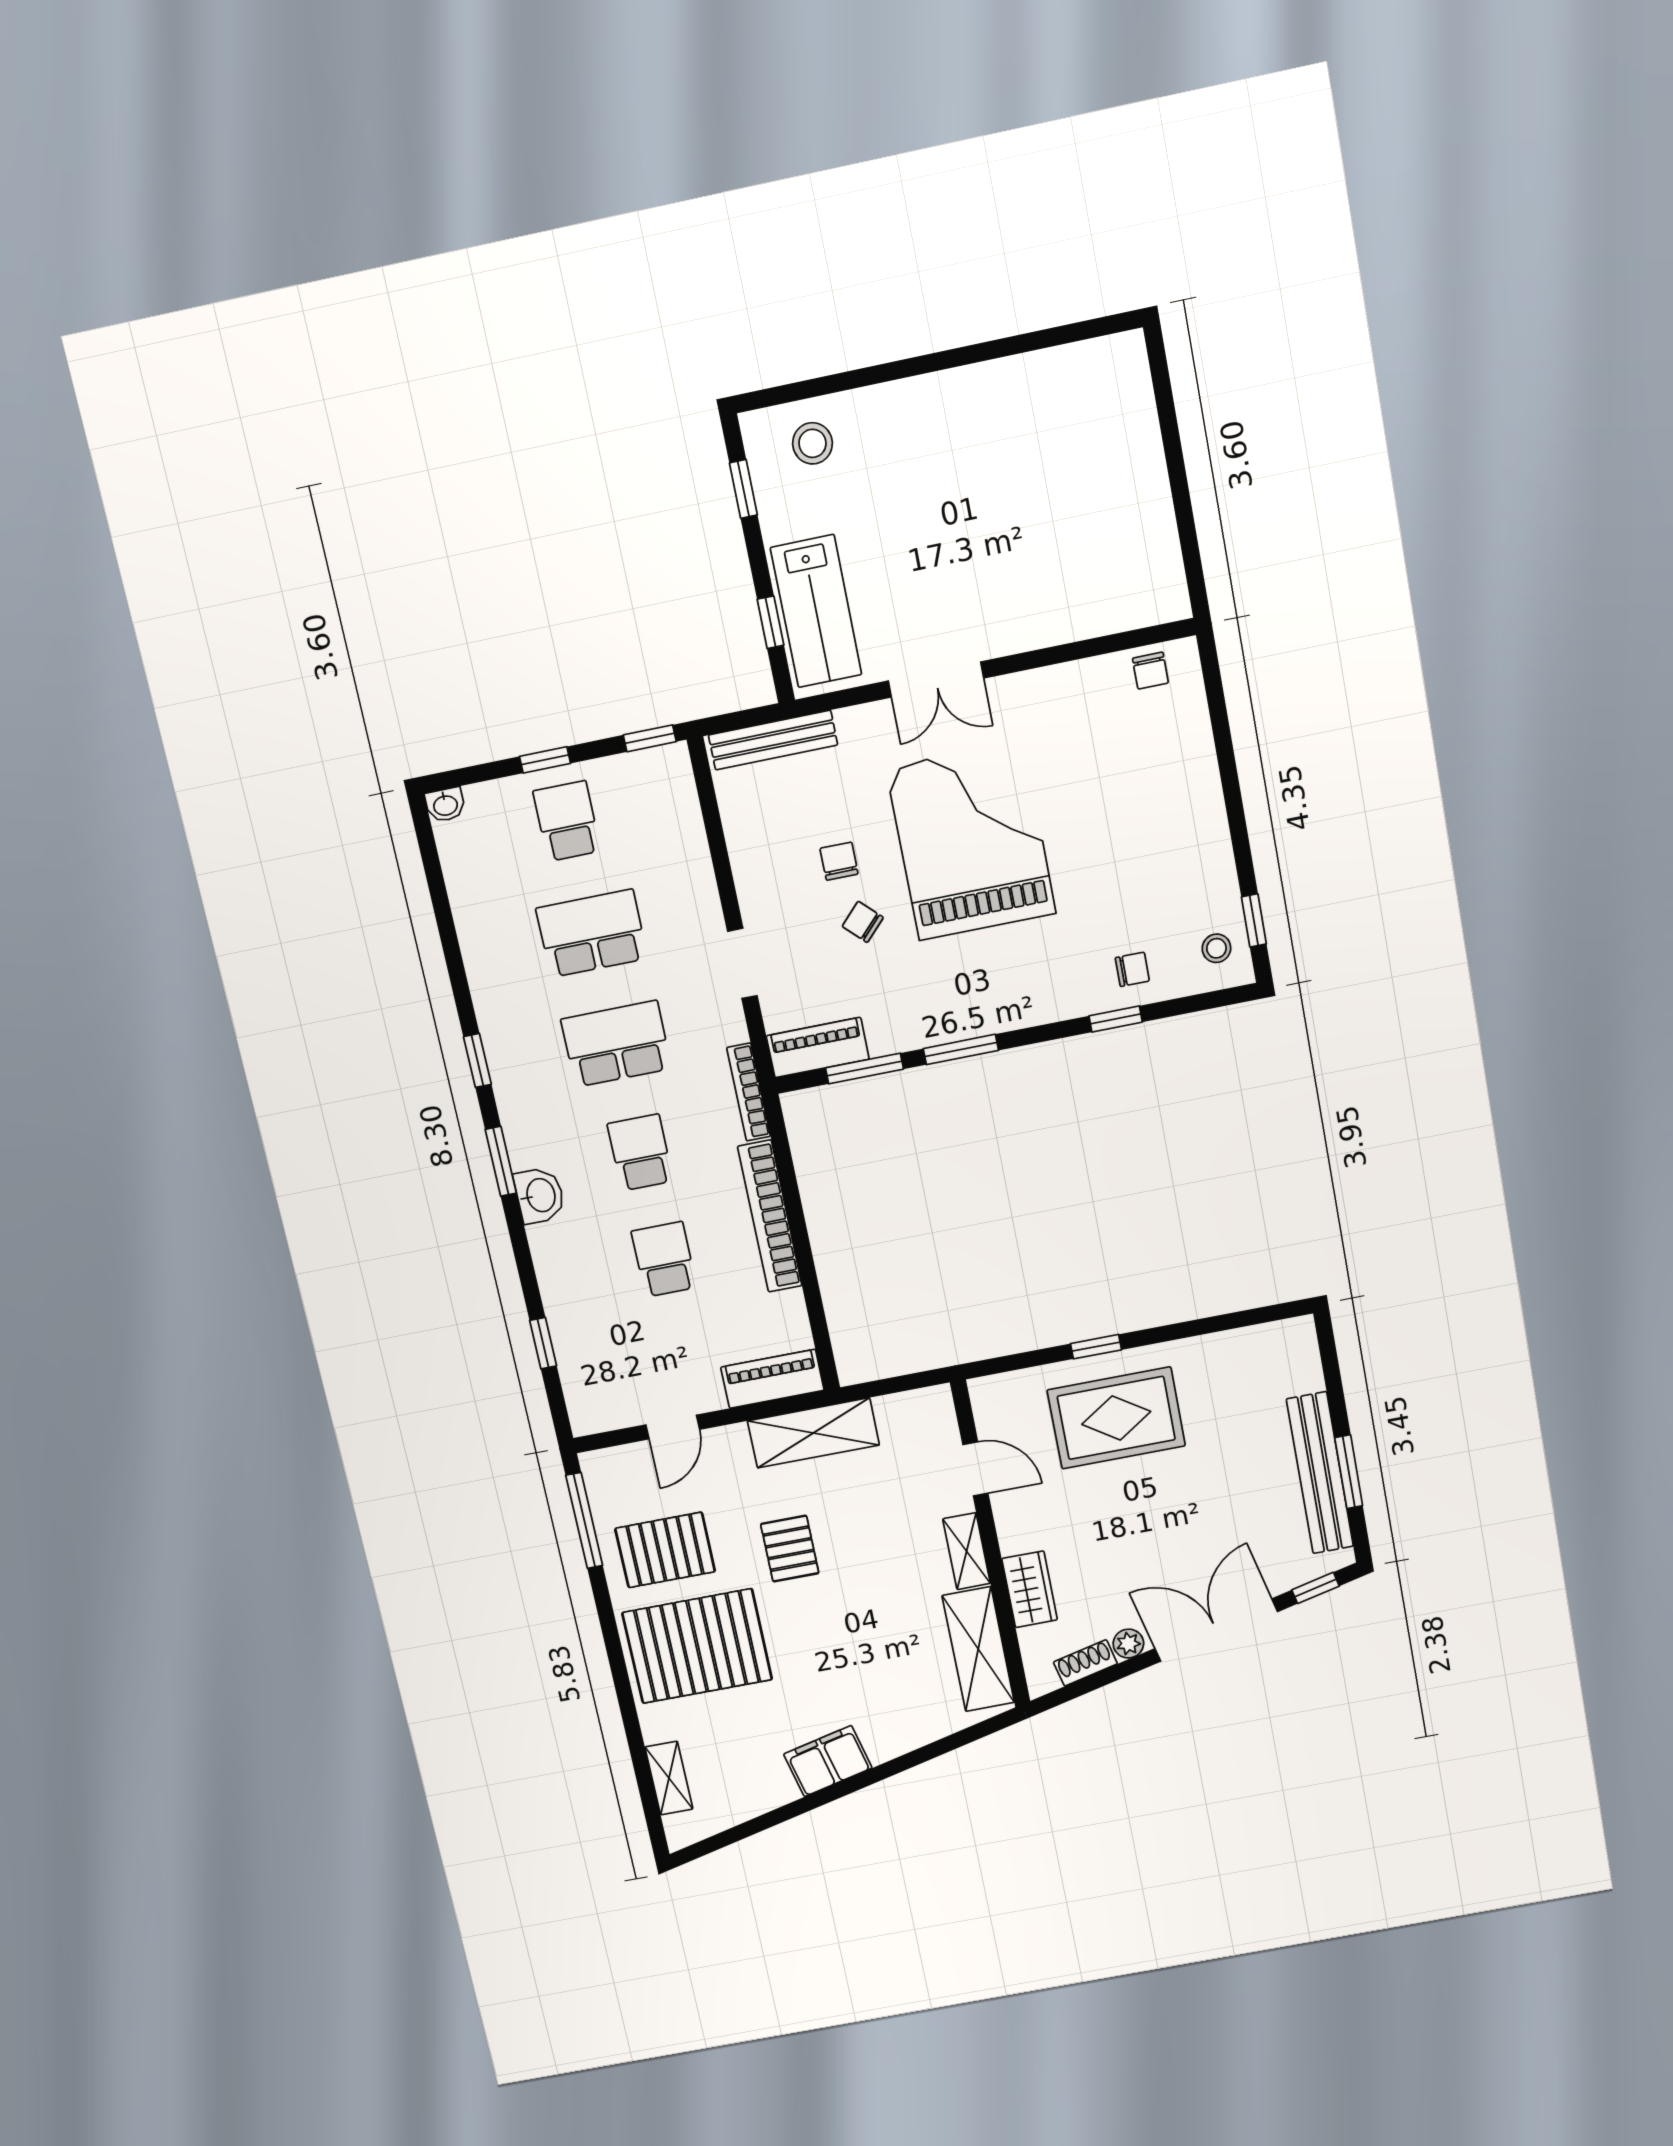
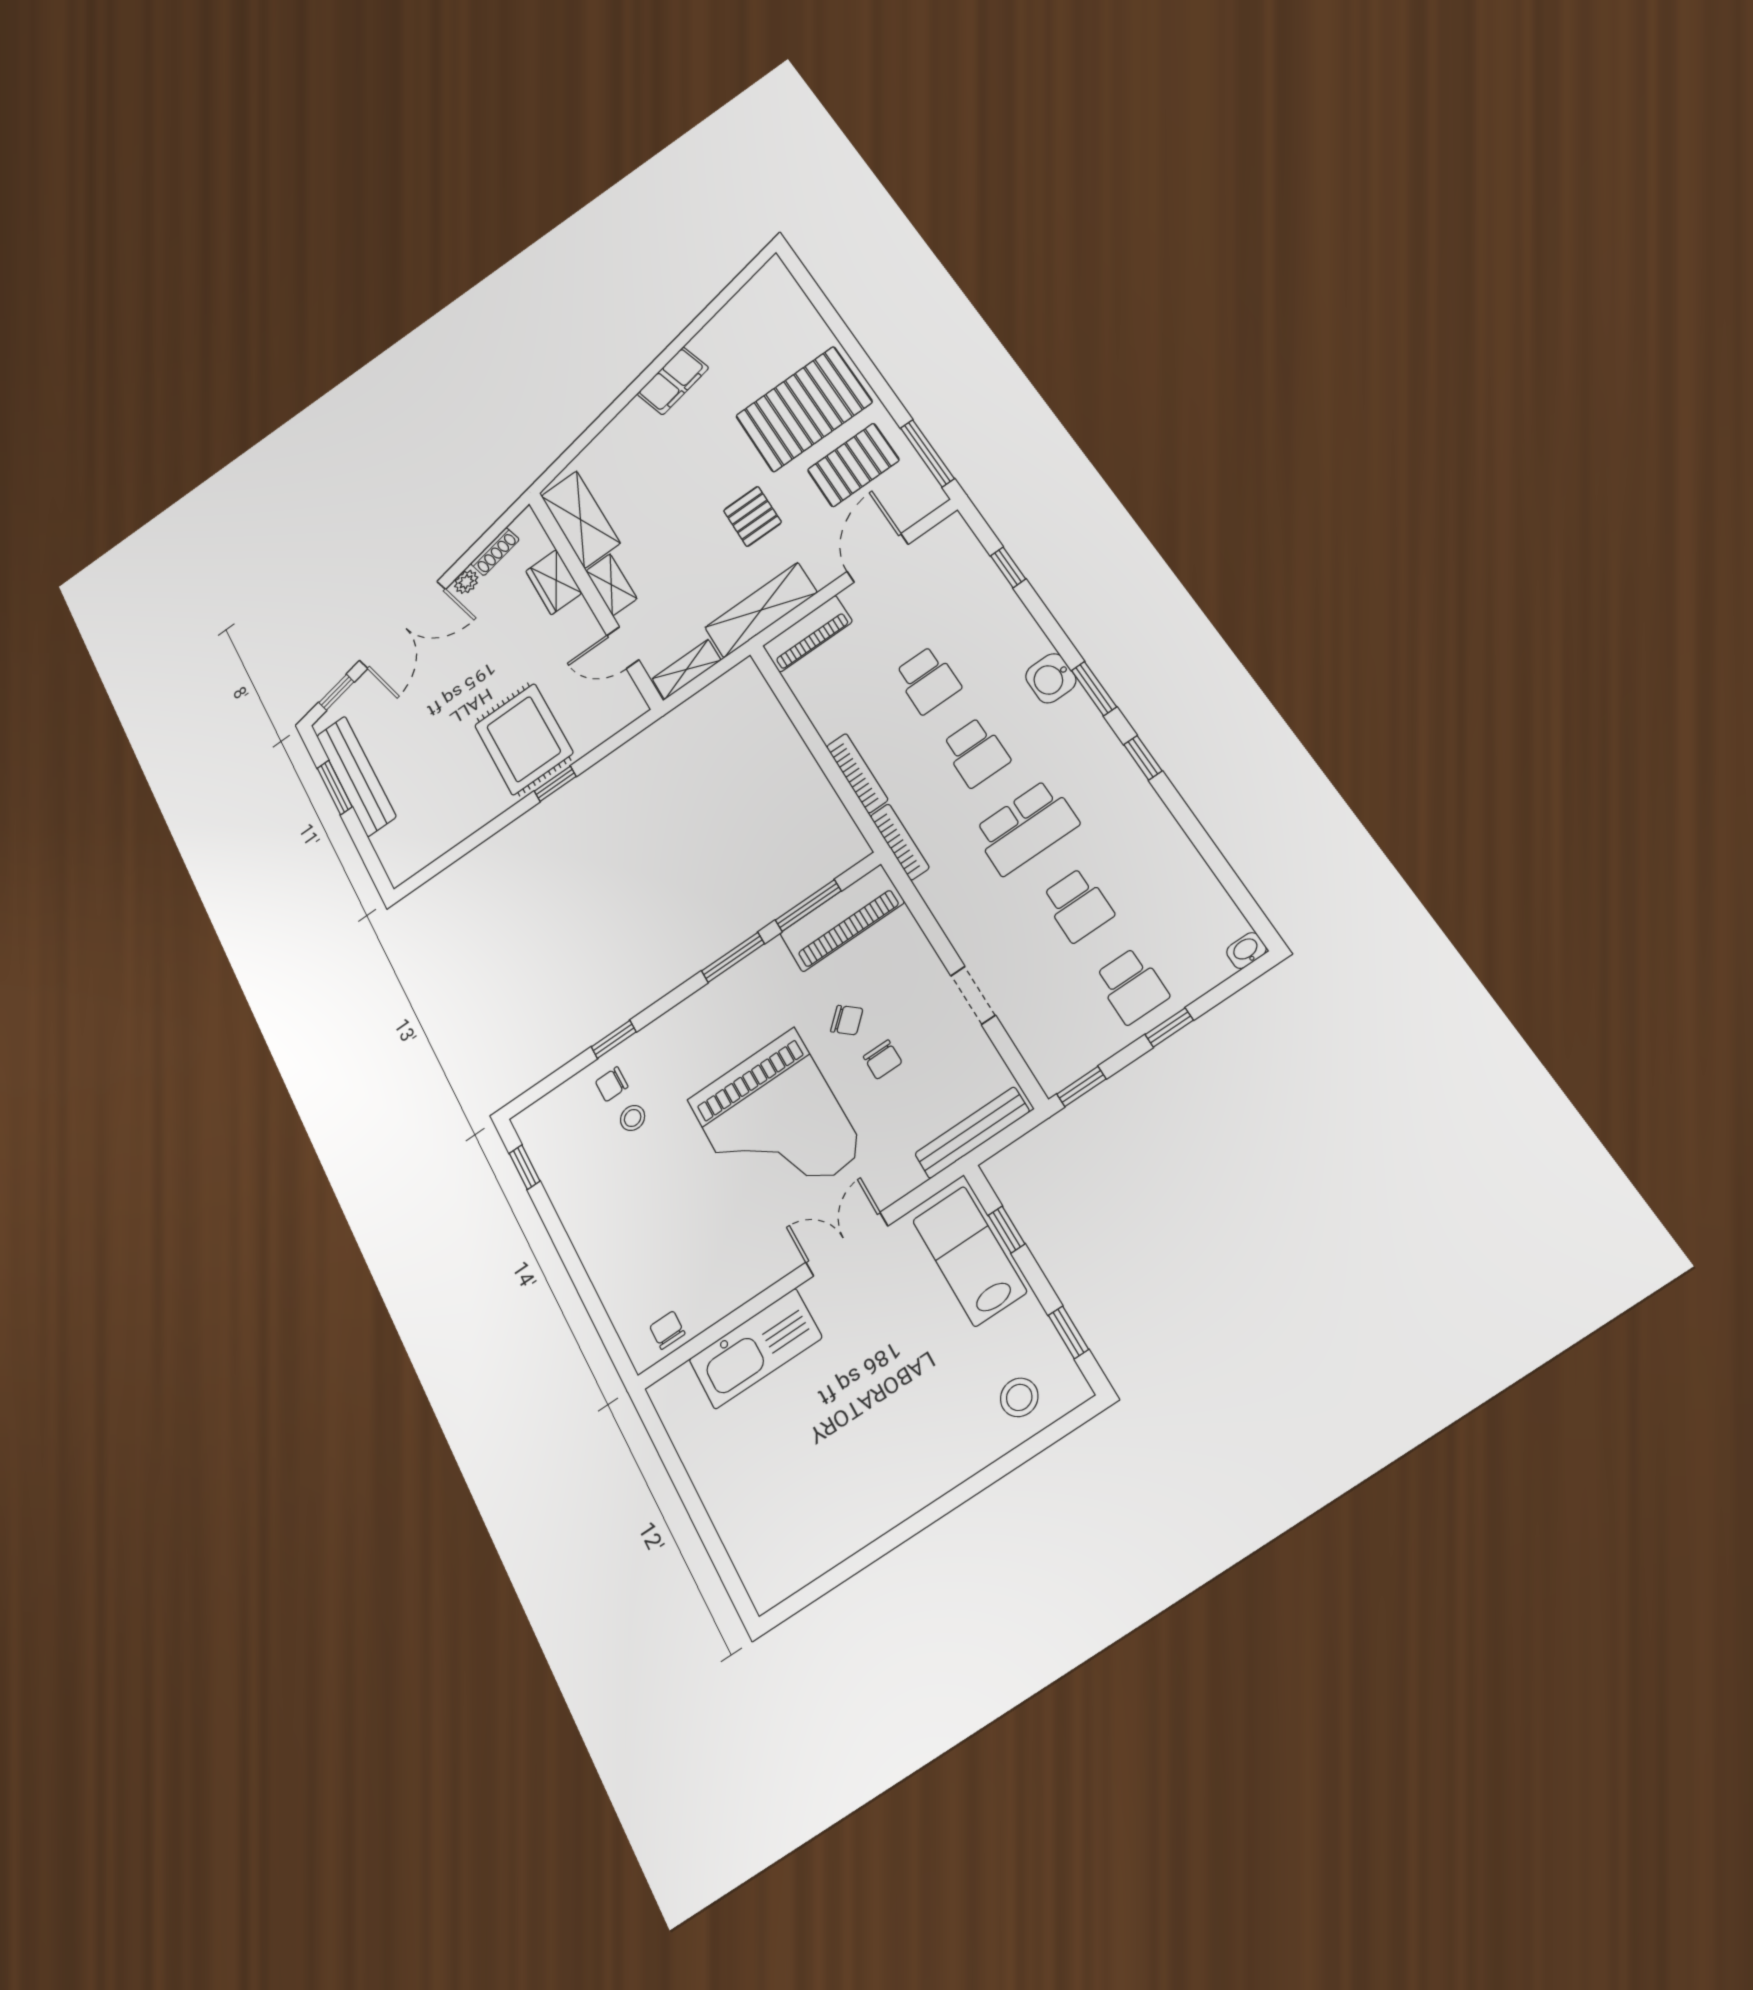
kitchen sink: (1064, 610) -> (755, 1349), added
school desk: (592, 933) -> (1078, 905), width x0.54
stool: (1216, 948) -> (633, 1118), moved
doorway: (742, 963) -> (973, 995), moved
piano: (818, 1047) -> (842, 918), width x1.37, depth x1.33
bookcase: (770, 1216) -> (857, 773), width x0.68, depth x0.76
rug: (1116, 1418) -> (524, 739), turned 90
door: (673, 1427) -> (878, 558), width x1.38
shelving: (669, 1778) -> (686, 669), moved, turned 90

